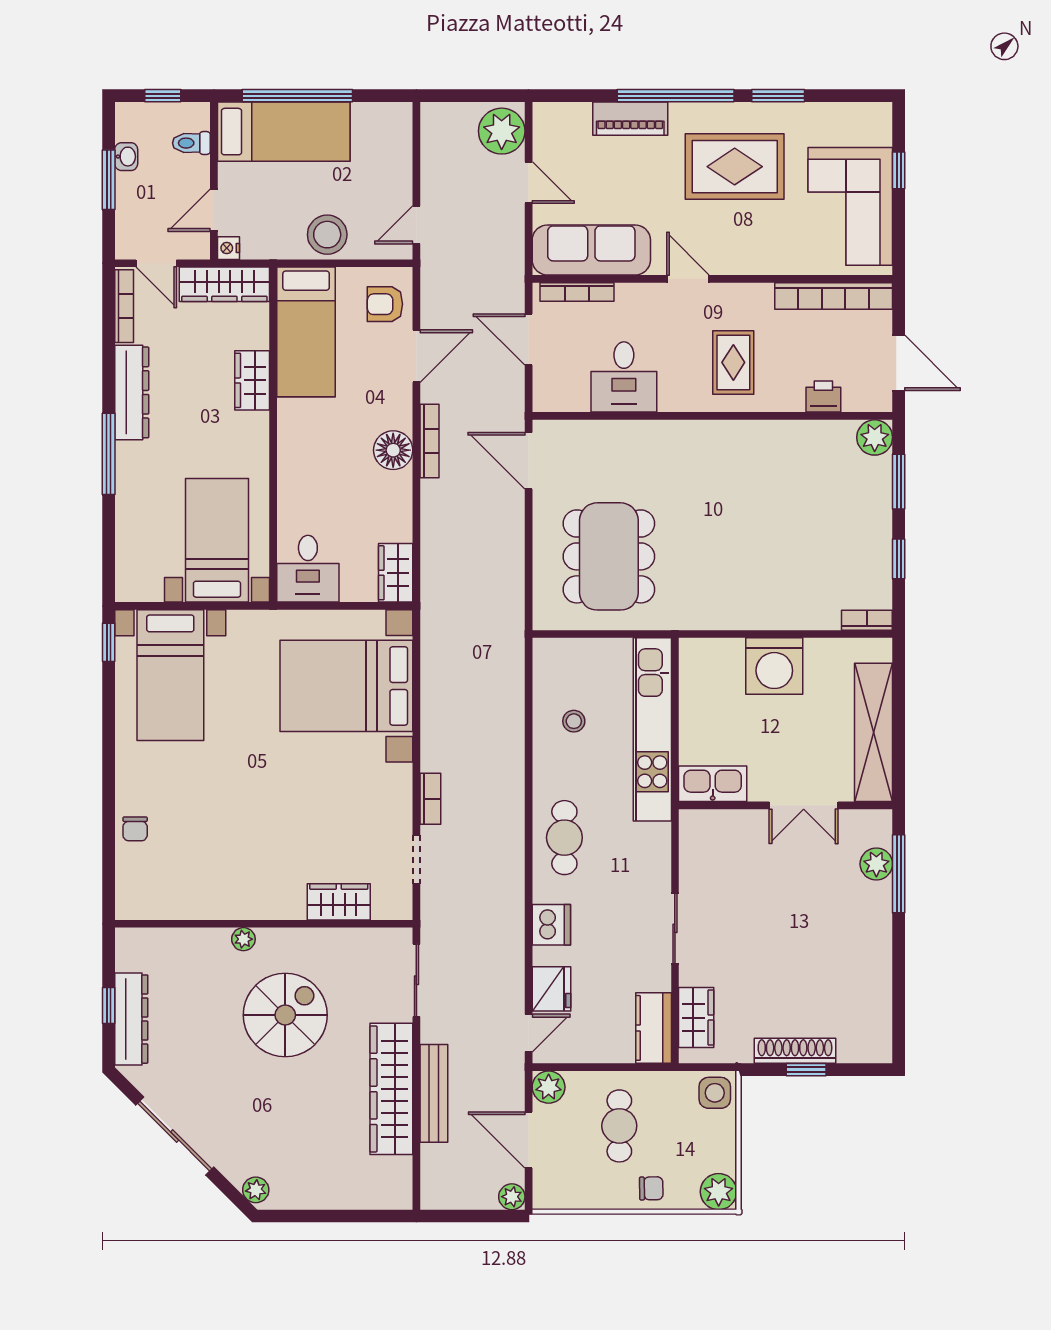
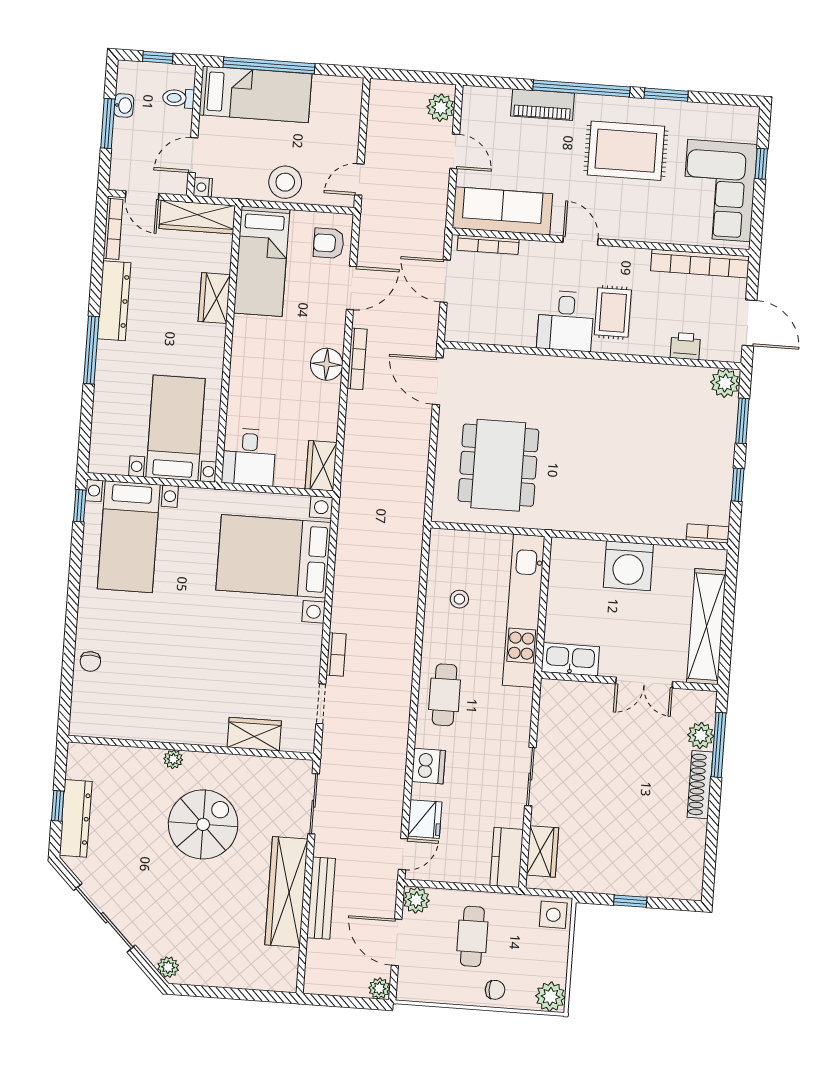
plant: (502, 131) -> (441, 108), width x0.73, depth x0.73
desk: (624, 377) -> (566, 321), moved
shoe rack: (795, 1051) -> (700, 785), moved, turned -90

